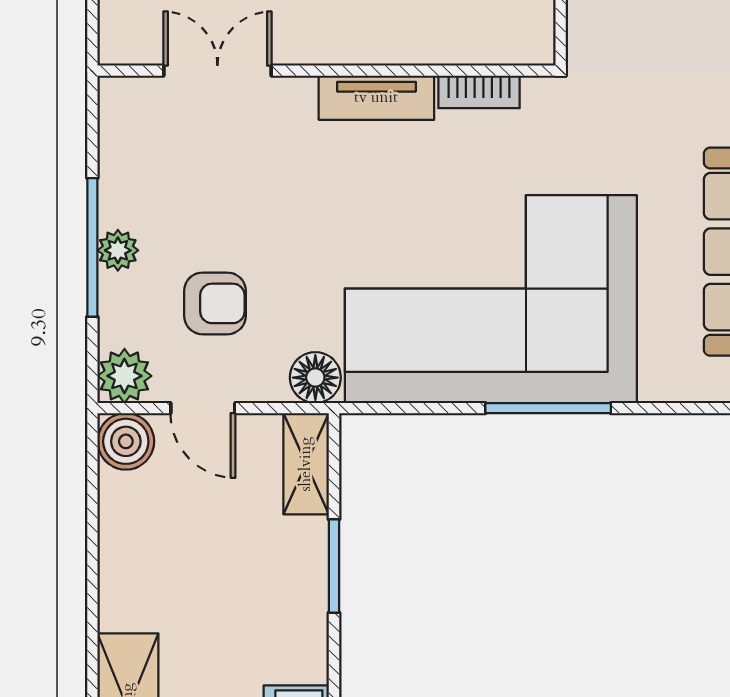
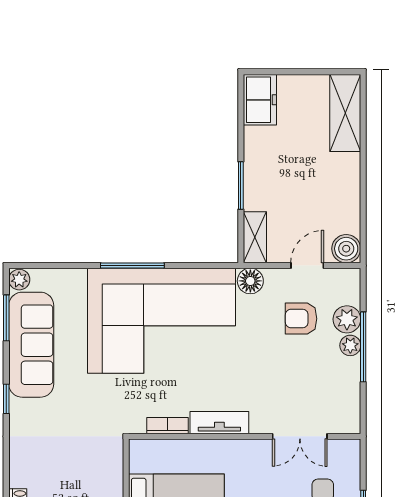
plant: (124, 376) -> (347, 319), moved
door: (203, 408) -> (307, 266), hinge flipped

